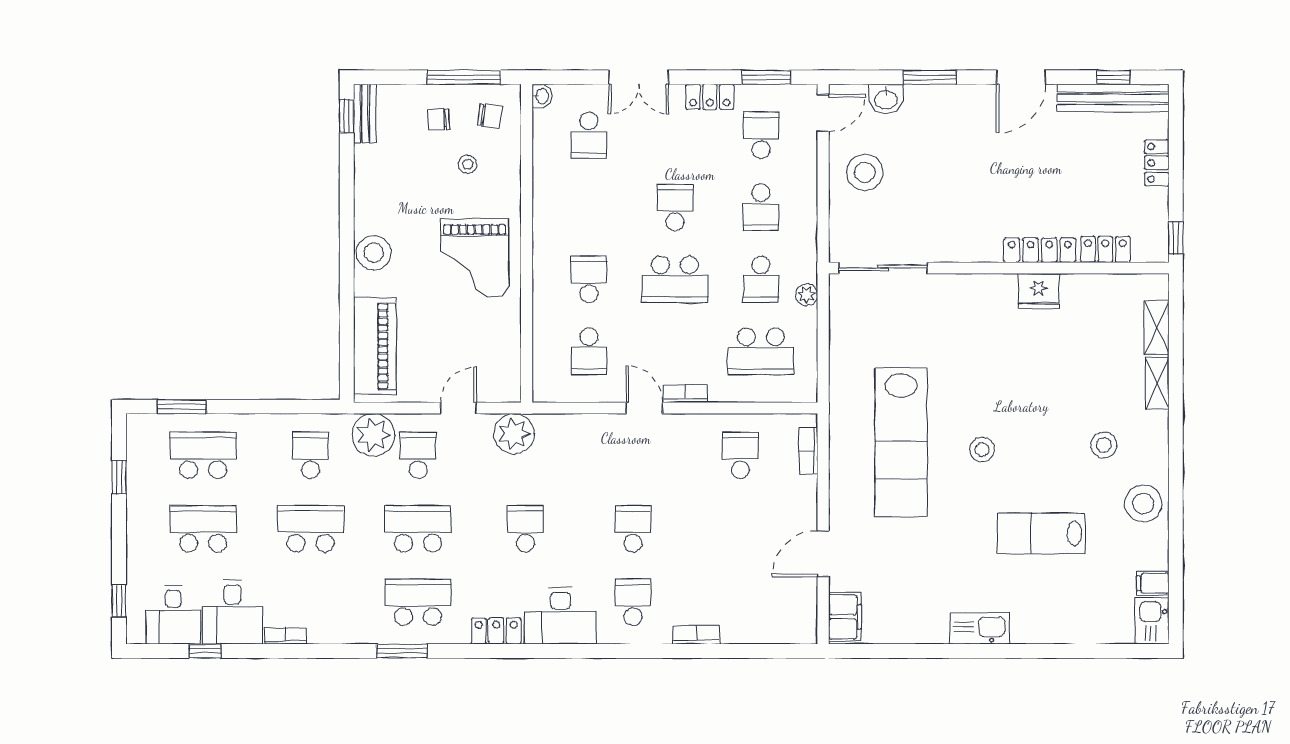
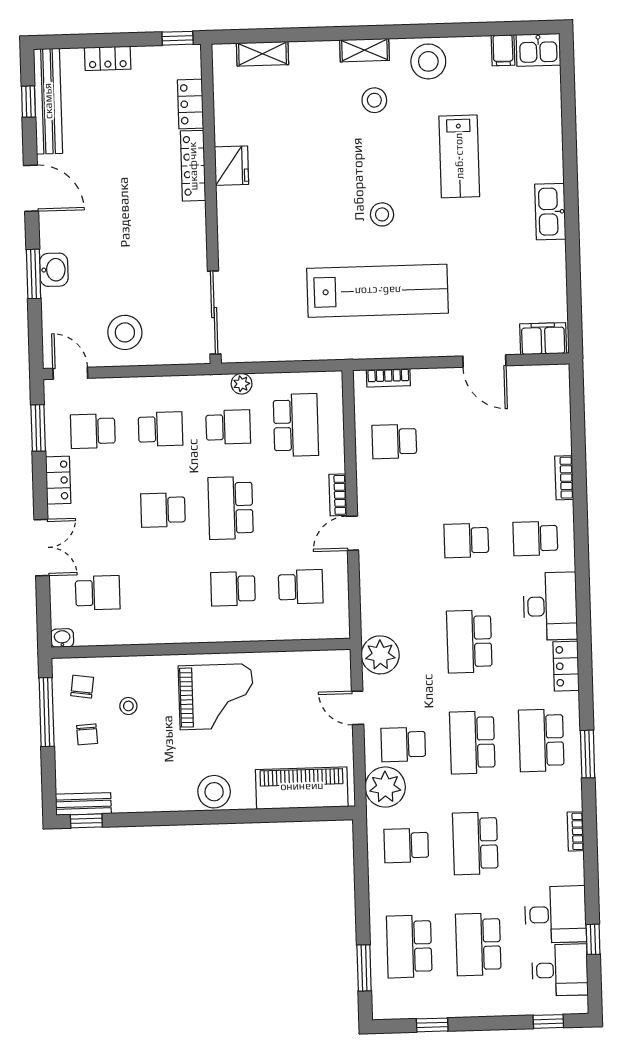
washbasin: (886, 99) -> (54, 270), moved
school desk: (675, 279) -> (231, 508), turned 180
shelving: (1157, 383) -> (365, 50), moved
school desk: (525, 529) -> (469, 641), width x1.85
bookcase: (285, 636) -> (576, 831), moved

